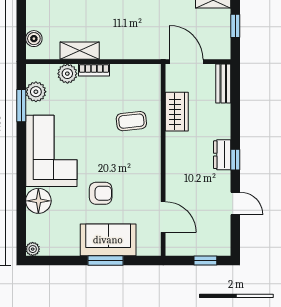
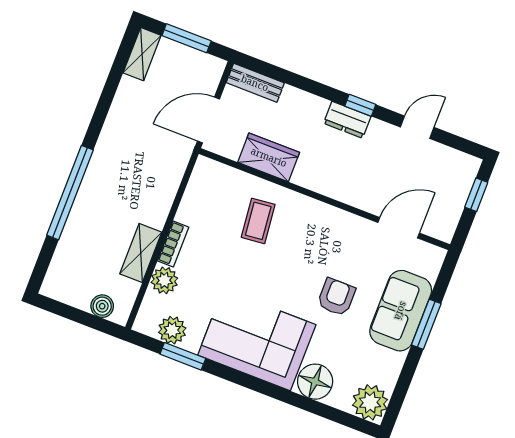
window: (235, 26) -> (187, 38), width x1.50
plant: (33, 249) -> (370, 402), width x1.87, depth x1.87

